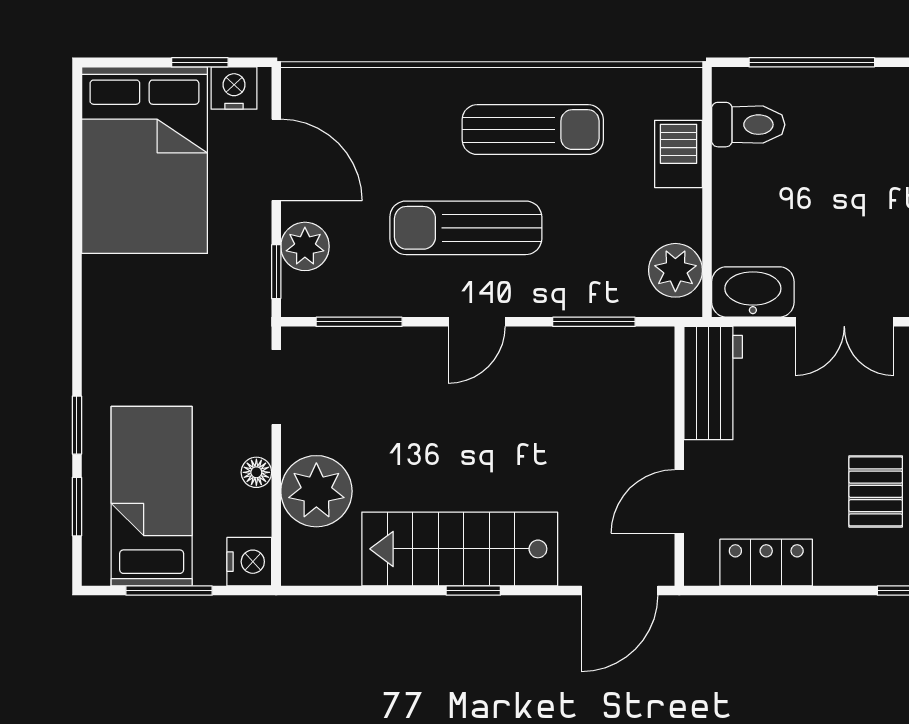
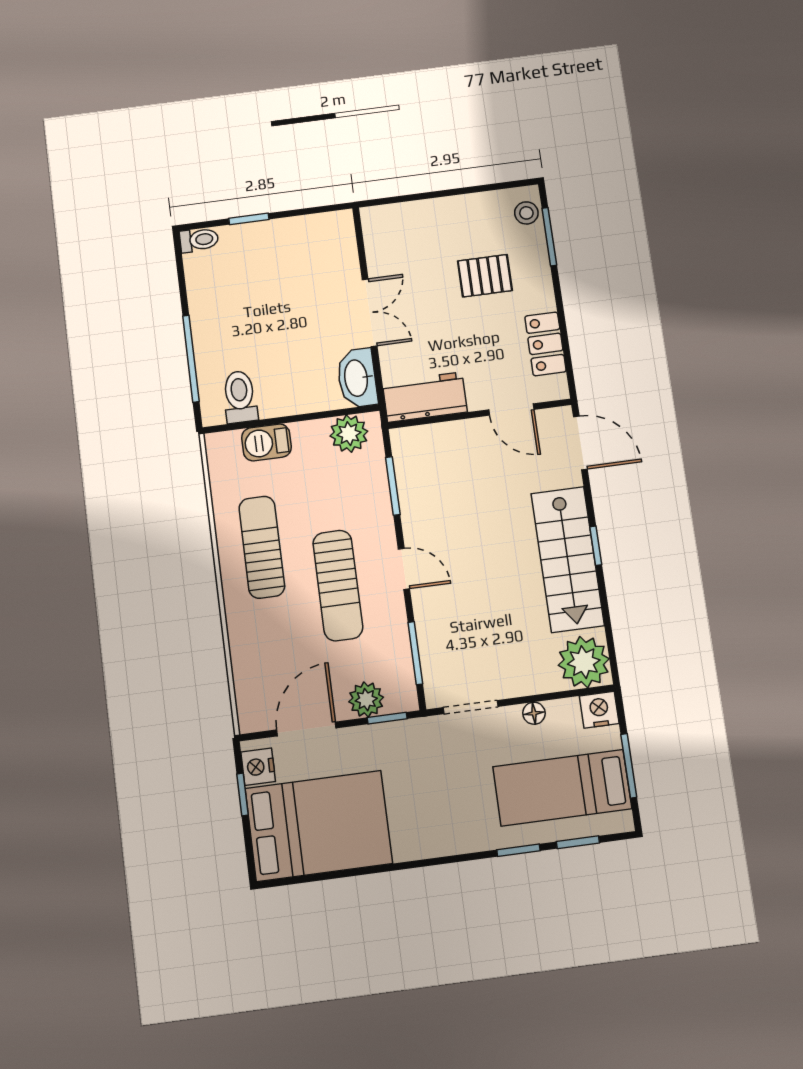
plant: (316, 491) -> (584, 662), moved

